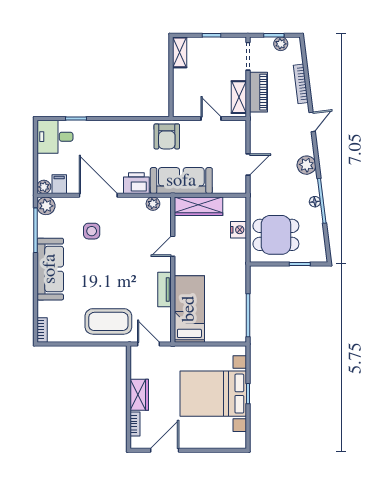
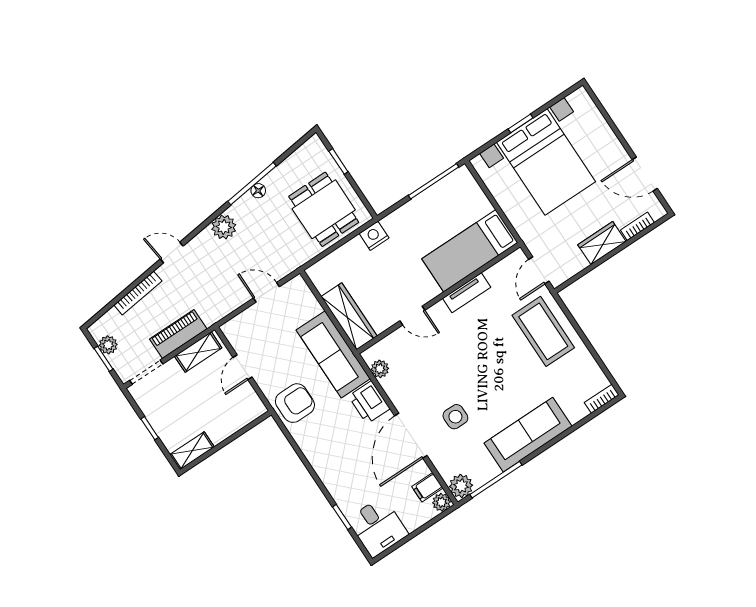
nightstand: (239, 230) -> (374, 236), moved

